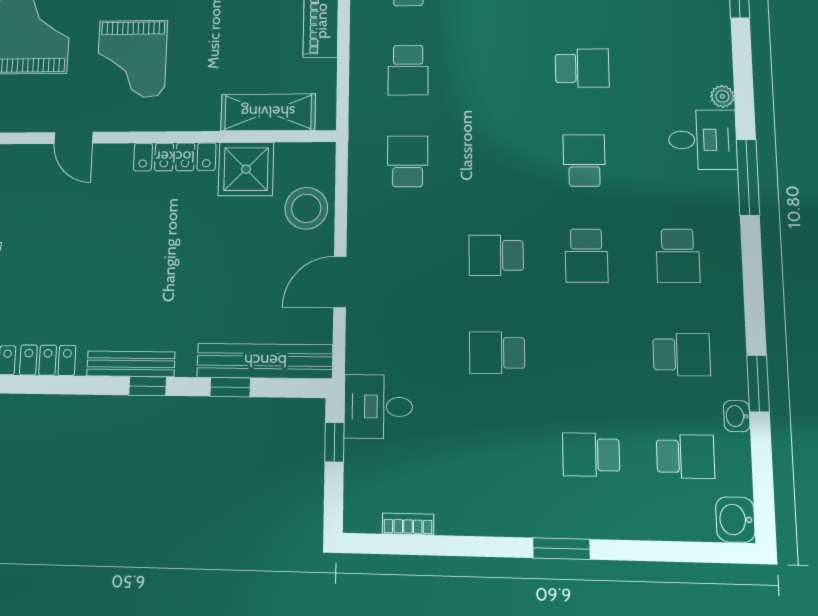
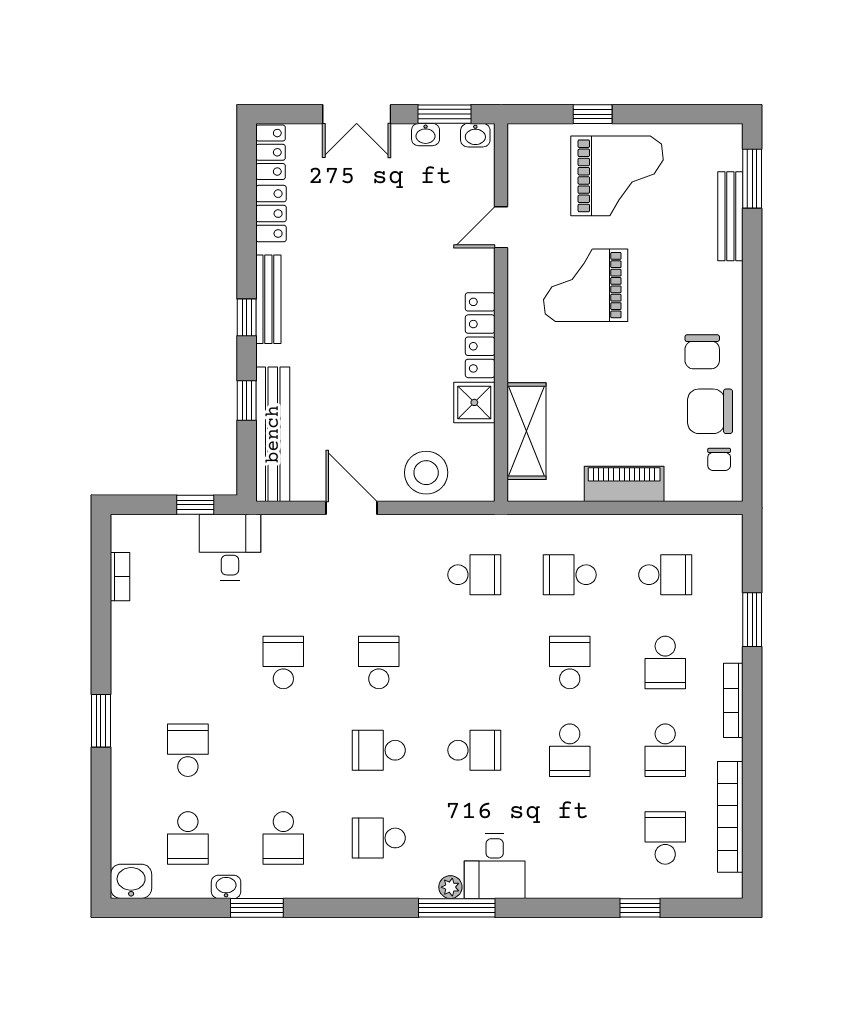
school desk: (494, 69) -> (570, 662), added
plant: (722, 96) -> (450, 887), moved
shower: (246, 169) -> (474, 402), width x0.73, depth x0.73

